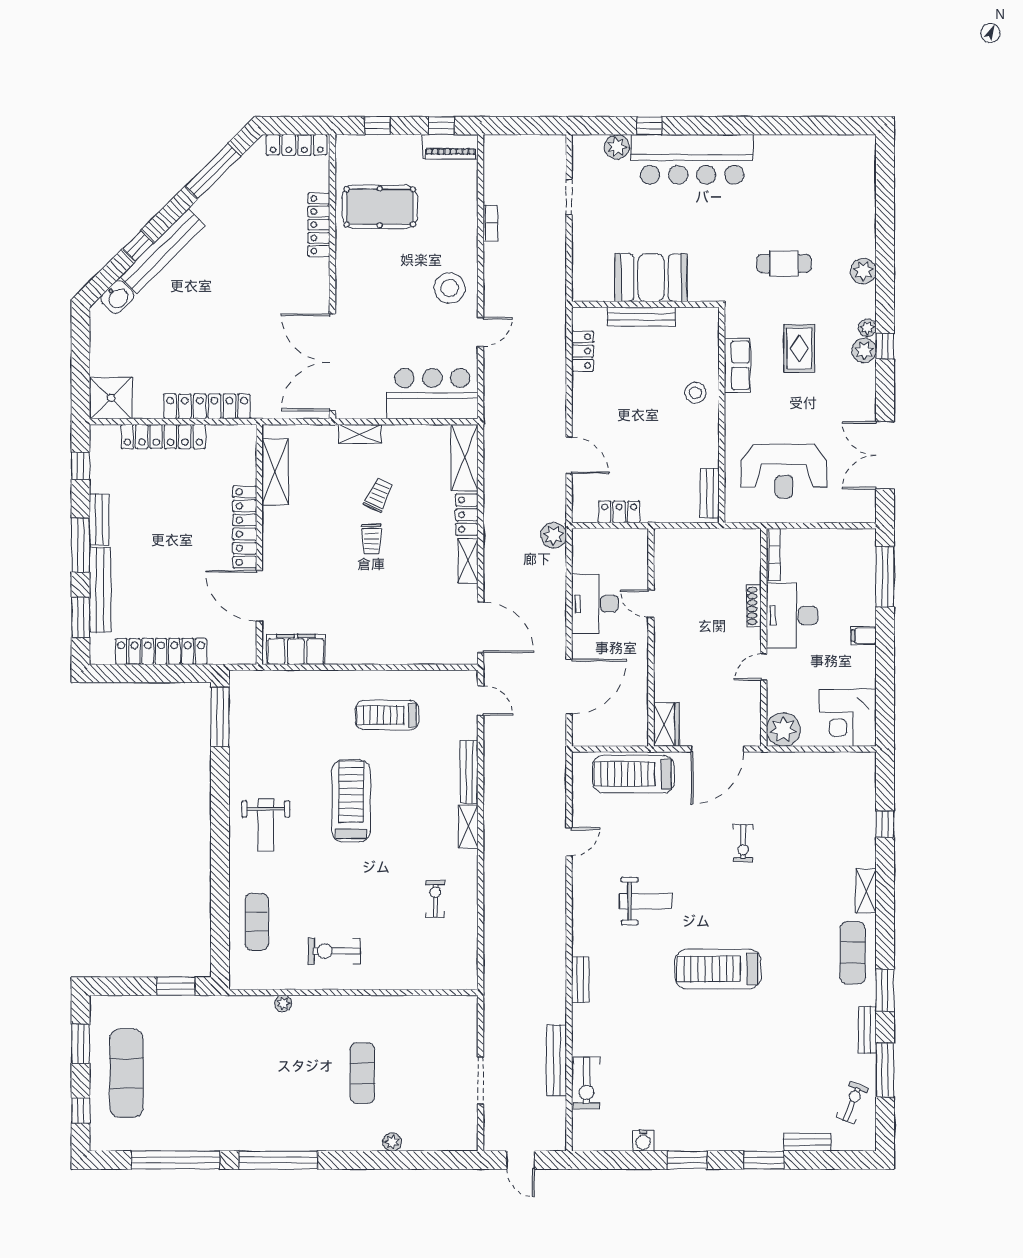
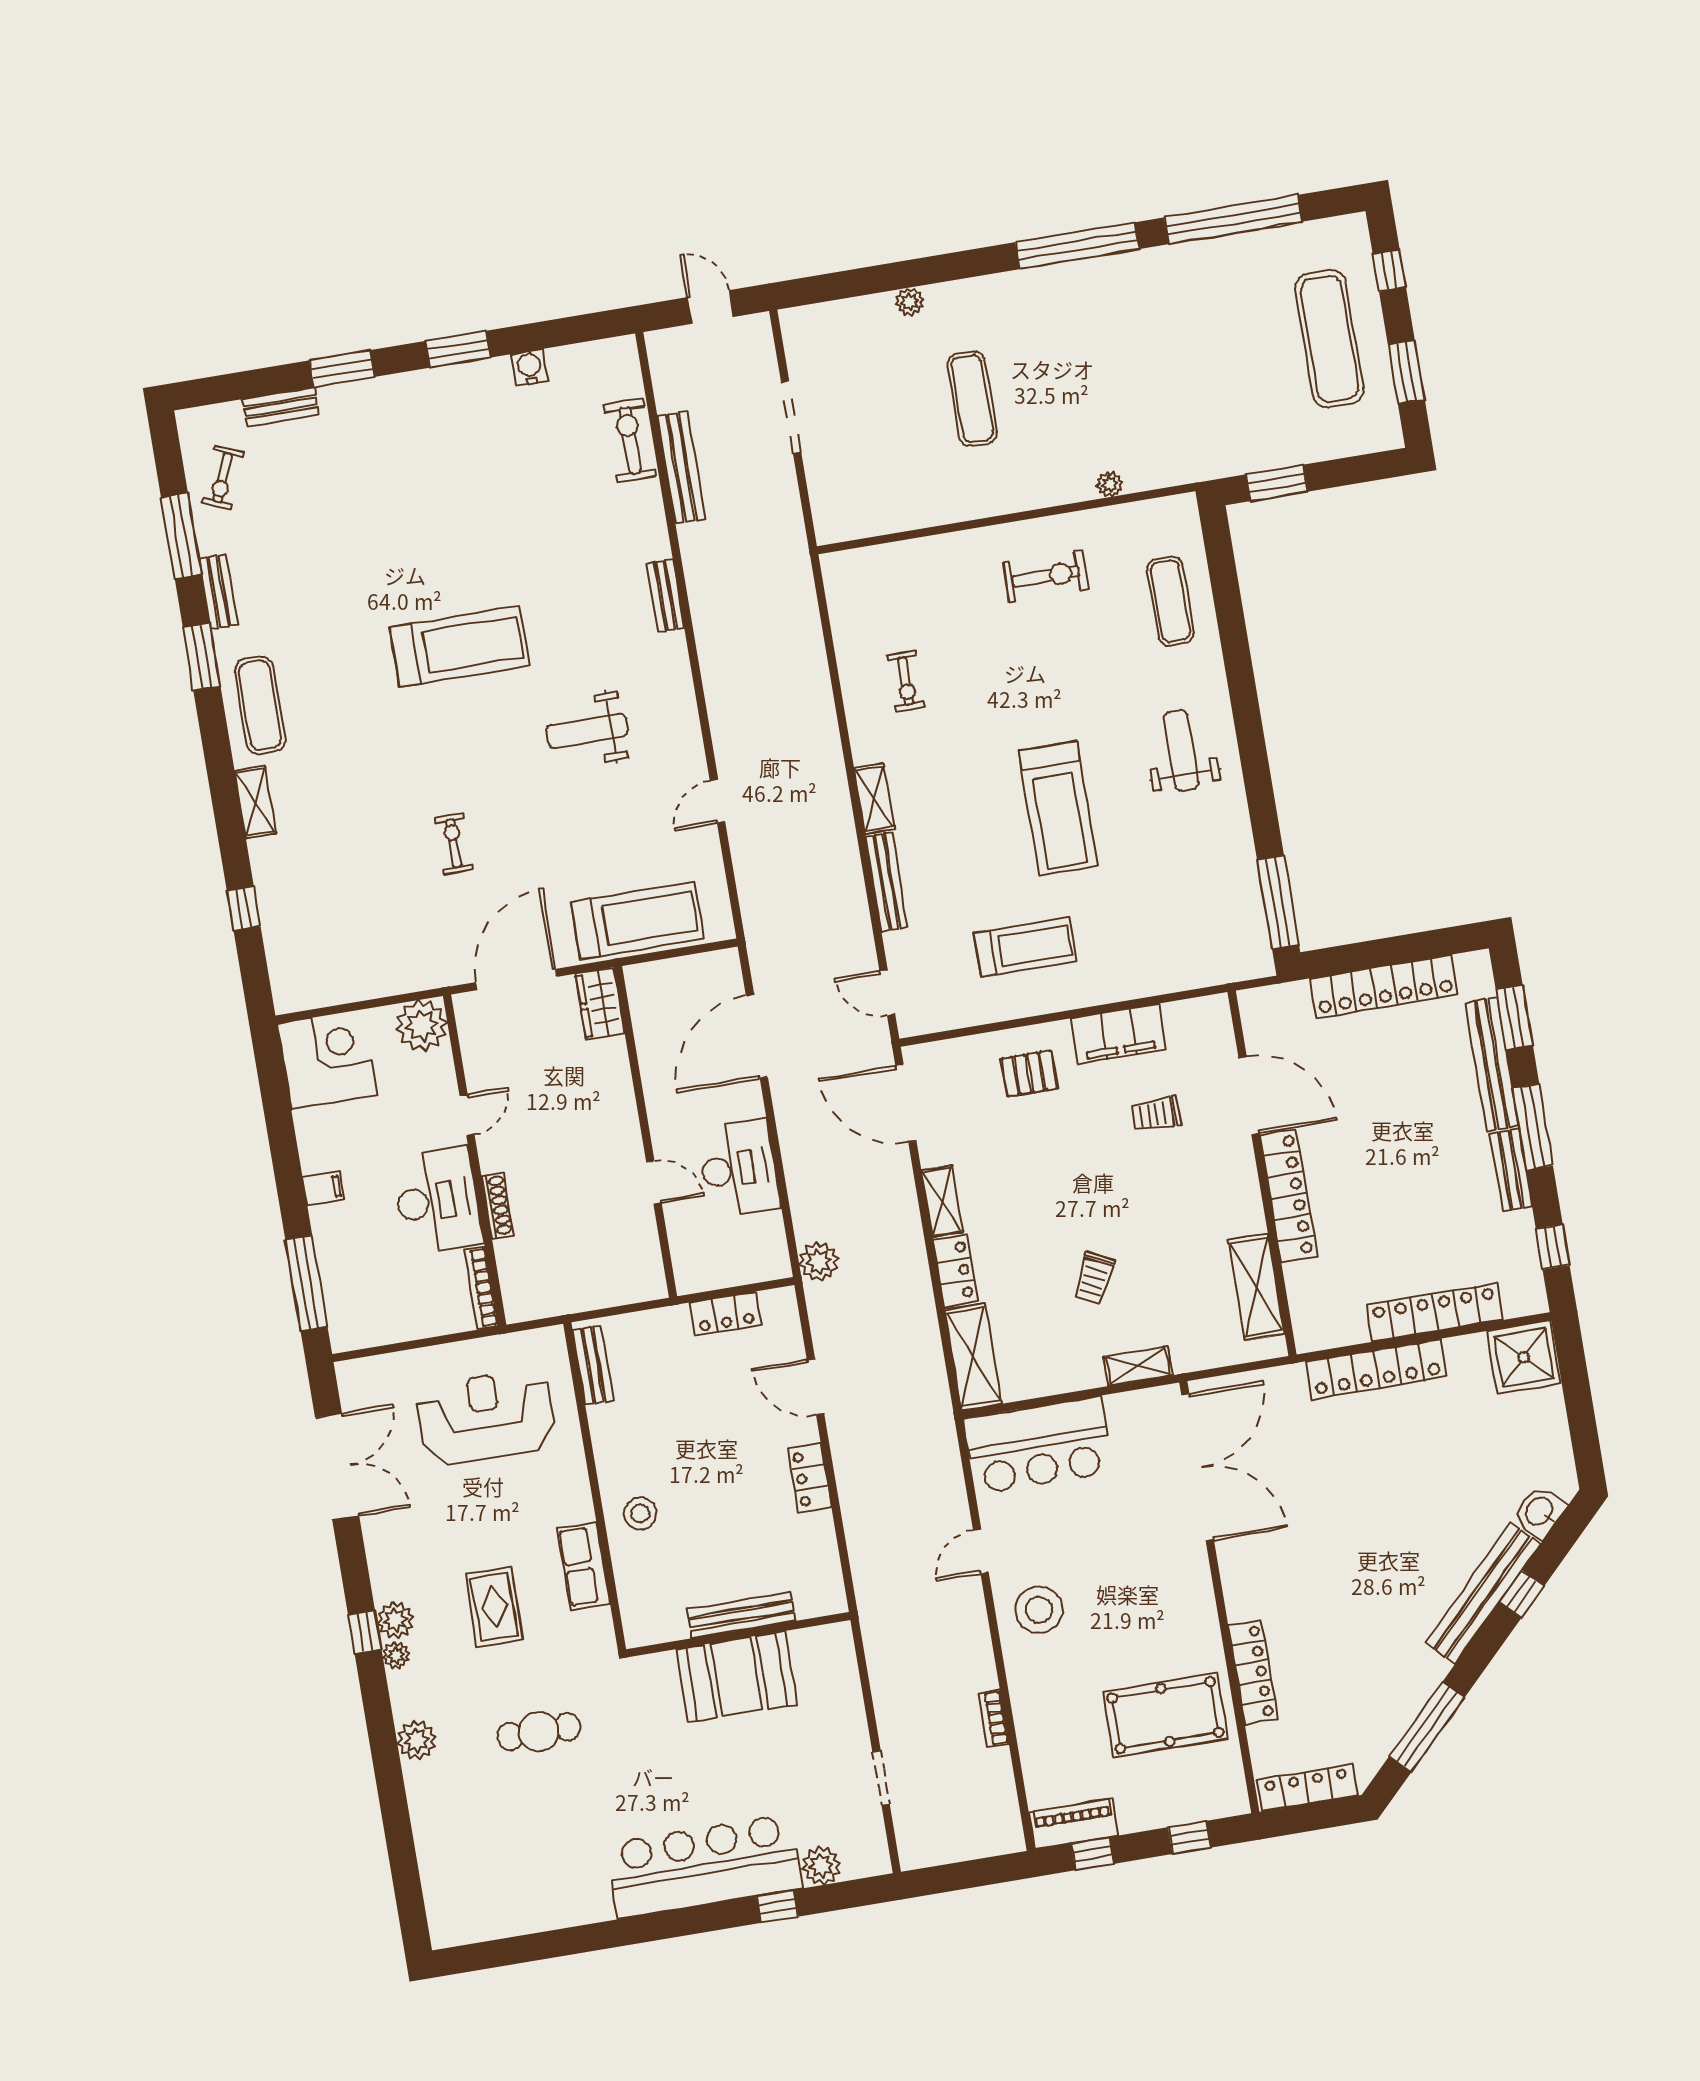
locker: (583, 351) -> (810, 1478), moved
trolley: (371, 539) -> (1156, 1114), moved, turned -90
pallet: (398, 634) -> (1029, 1074), added
filing cabinet: (296, 649) -> (1118, 1034), moved

